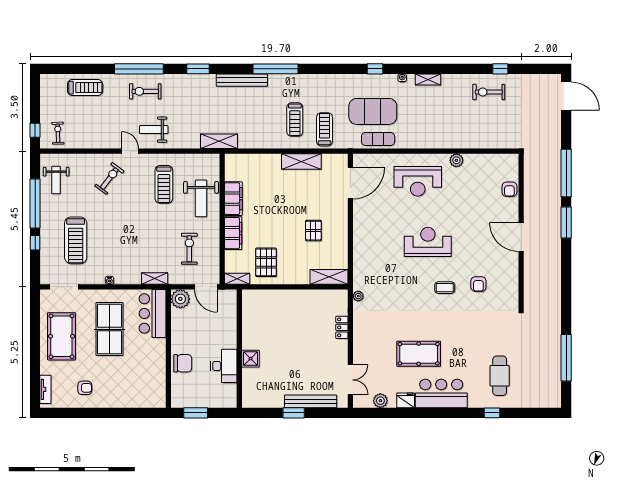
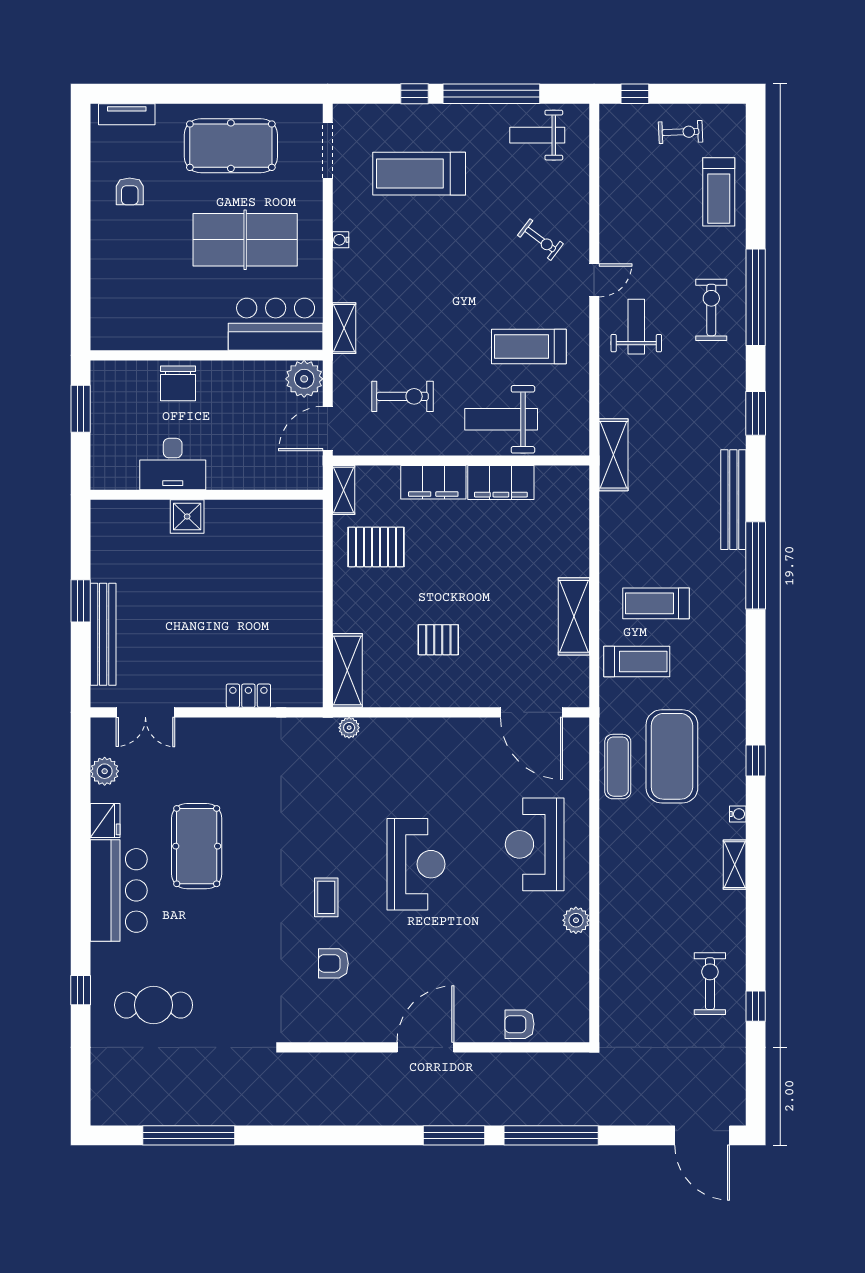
door: (566, 96) -> (702, 1135), hinge flipped
exercise bike: (58, 133) -> (681, 132), moved
exercise bike: (109, 178) -> (540, 240), width x0.73, depth x0.72
plant: (358, 296) -> (349, 728), moved

